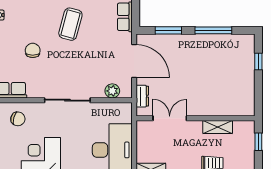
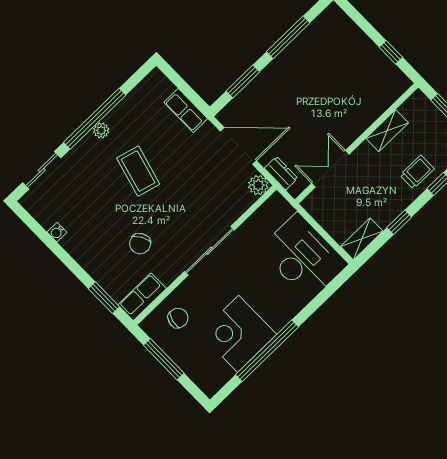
chair: (33, 50) -> (140, 244), moved, turned -120
window: (258, 61) -> (391, 52), moved
plant: (112, 91) -> (258, 185), moved

